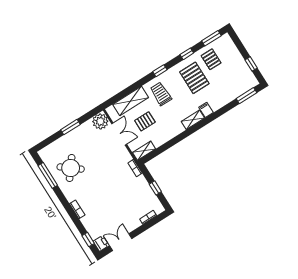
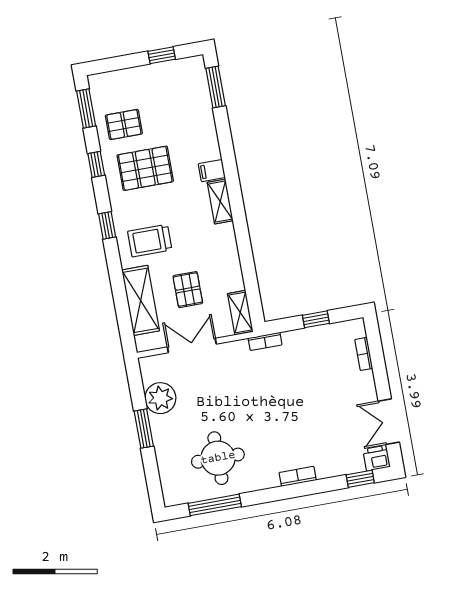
plant: (100, 121) -> (160, 398), moved
round table: (71, 168) -> (218, 458), turned -38

